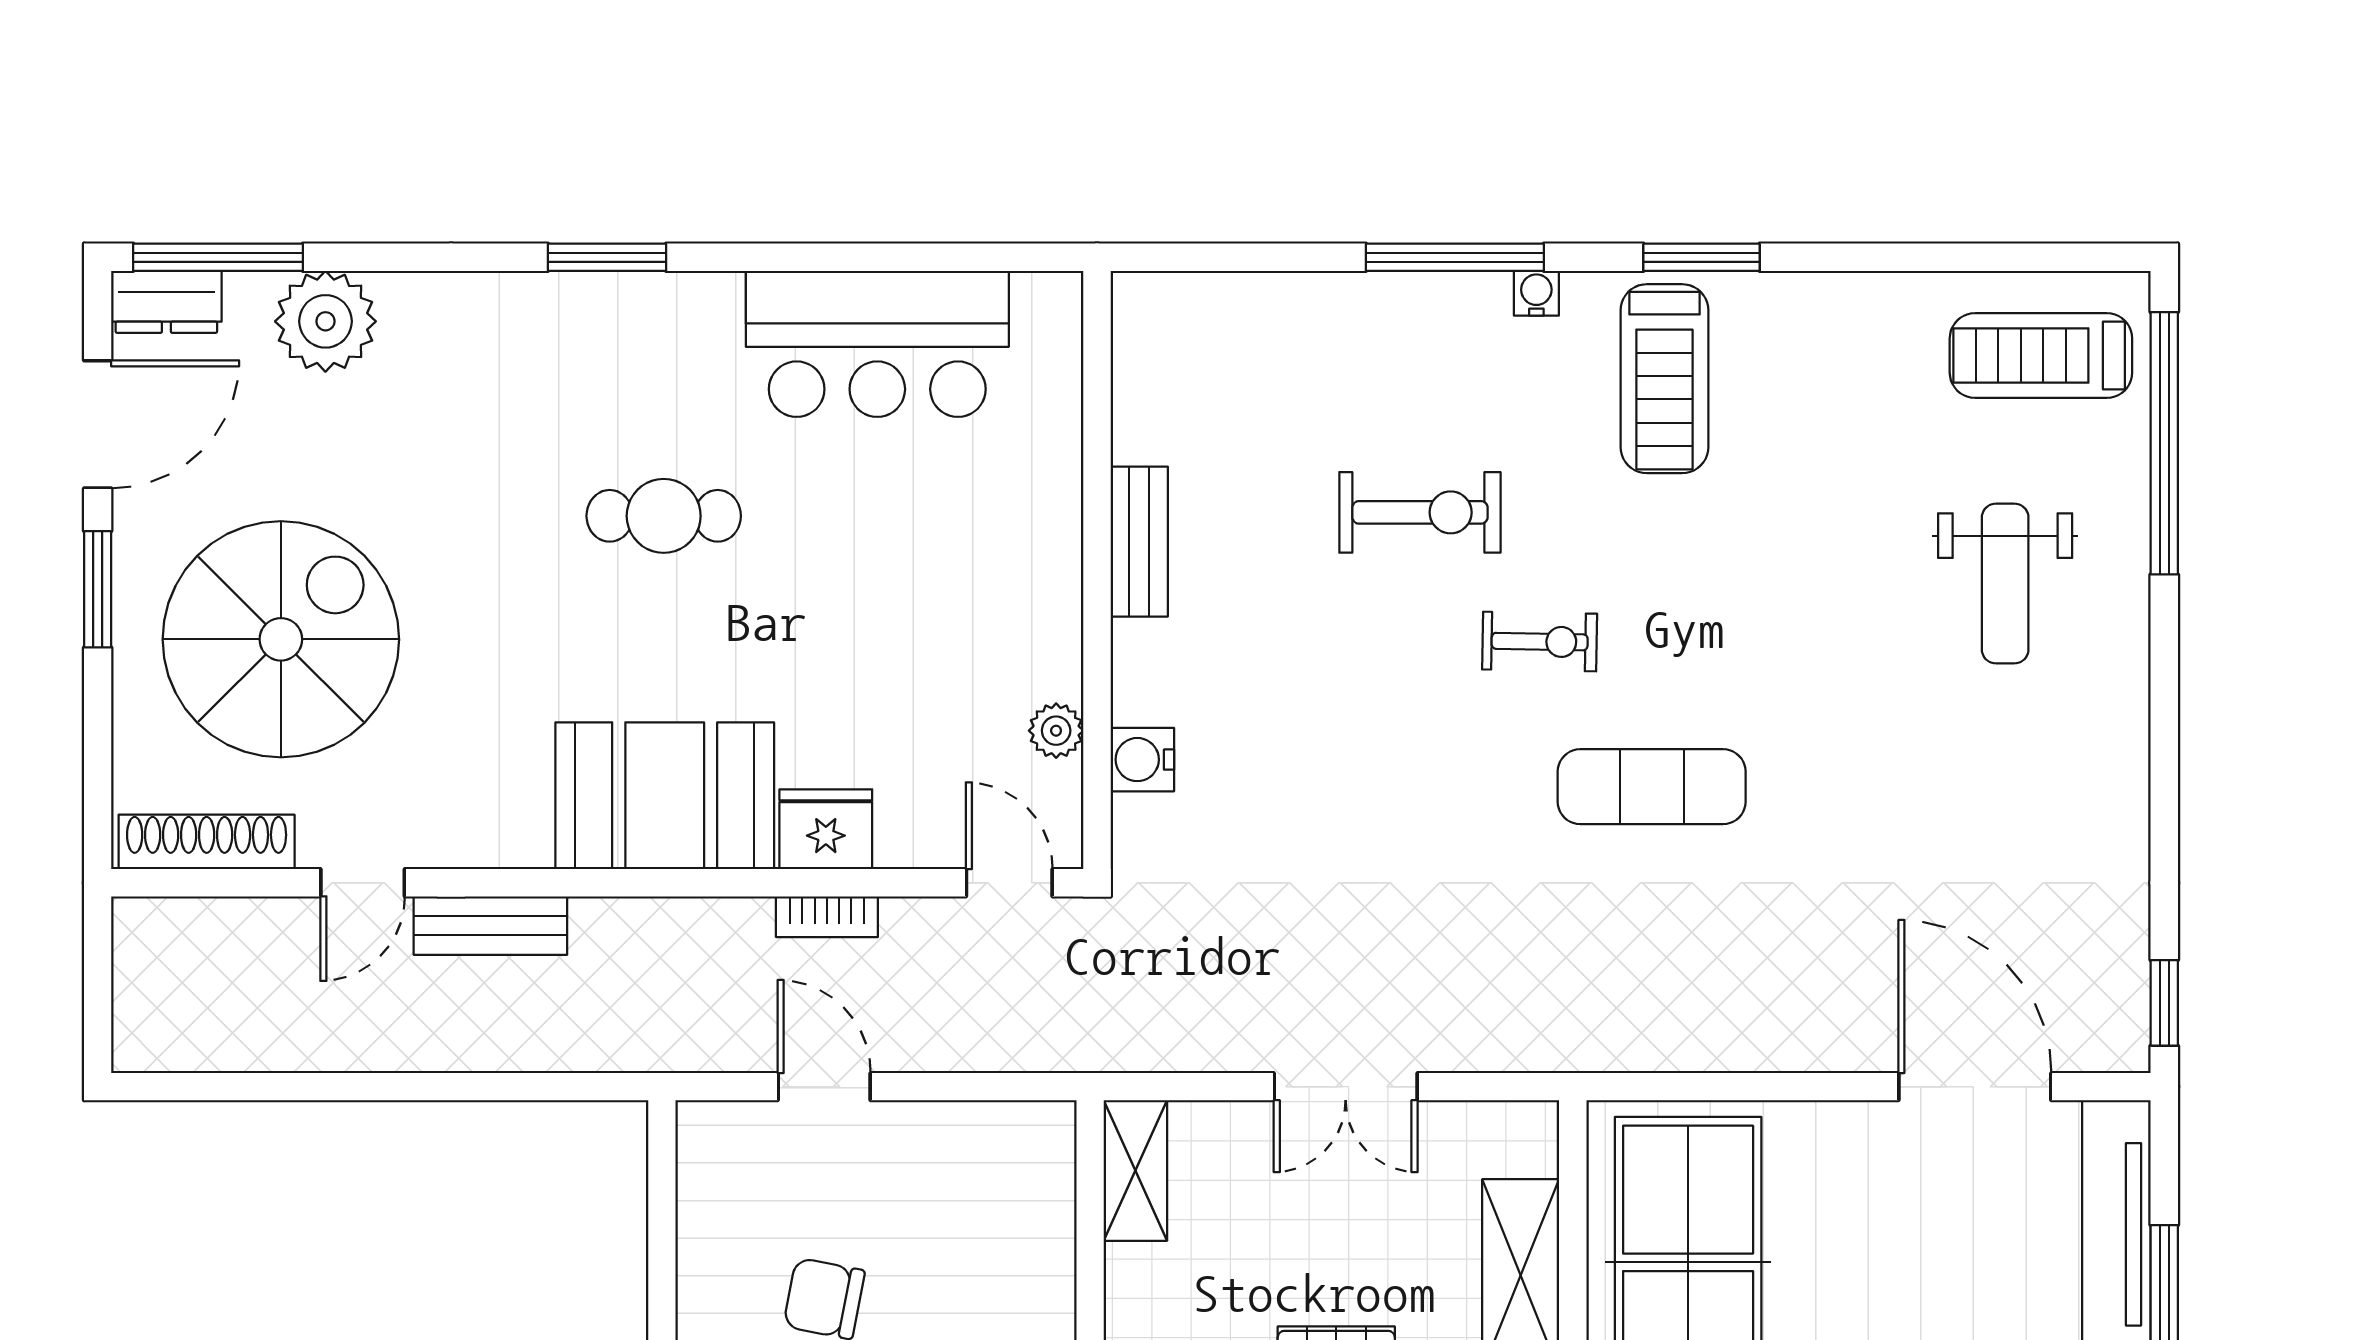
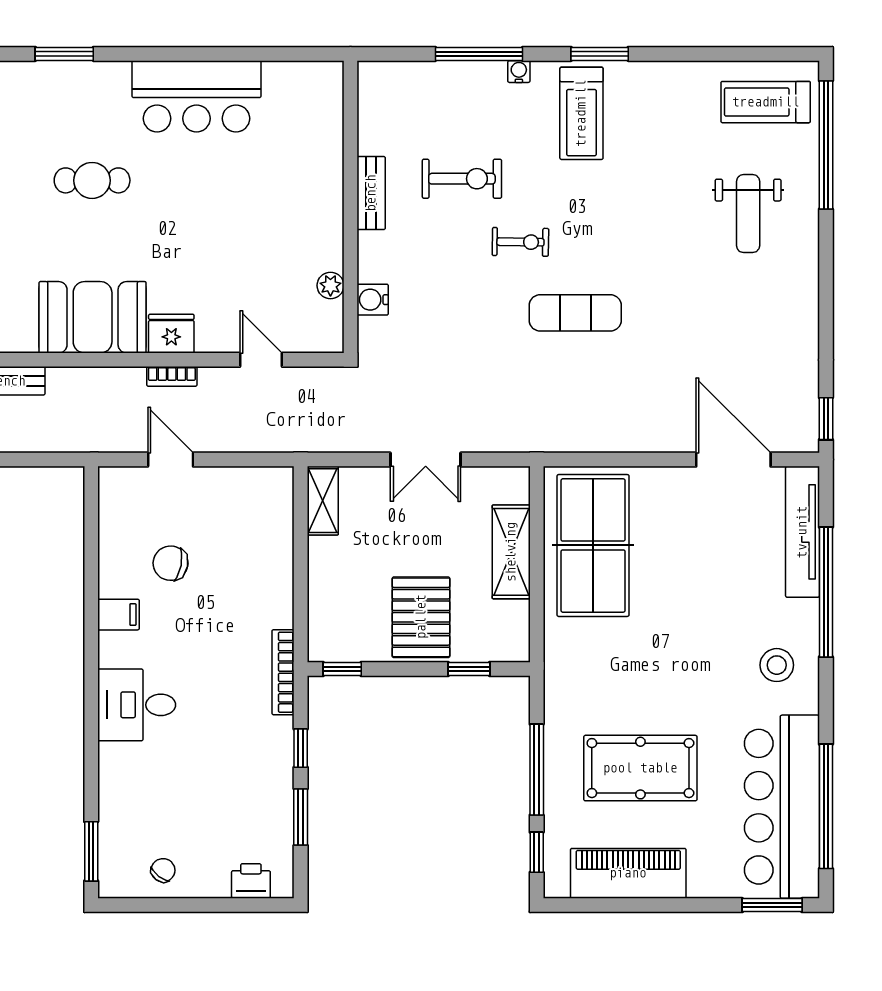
bench: (1139, 542) -> (371, 193), moved
wall: (1097, 570) -> (350, 207), moved
plant: (1056, 731) -> (330, 285), moved
water cooler: (1142, 760) -> (373, 300), moved

